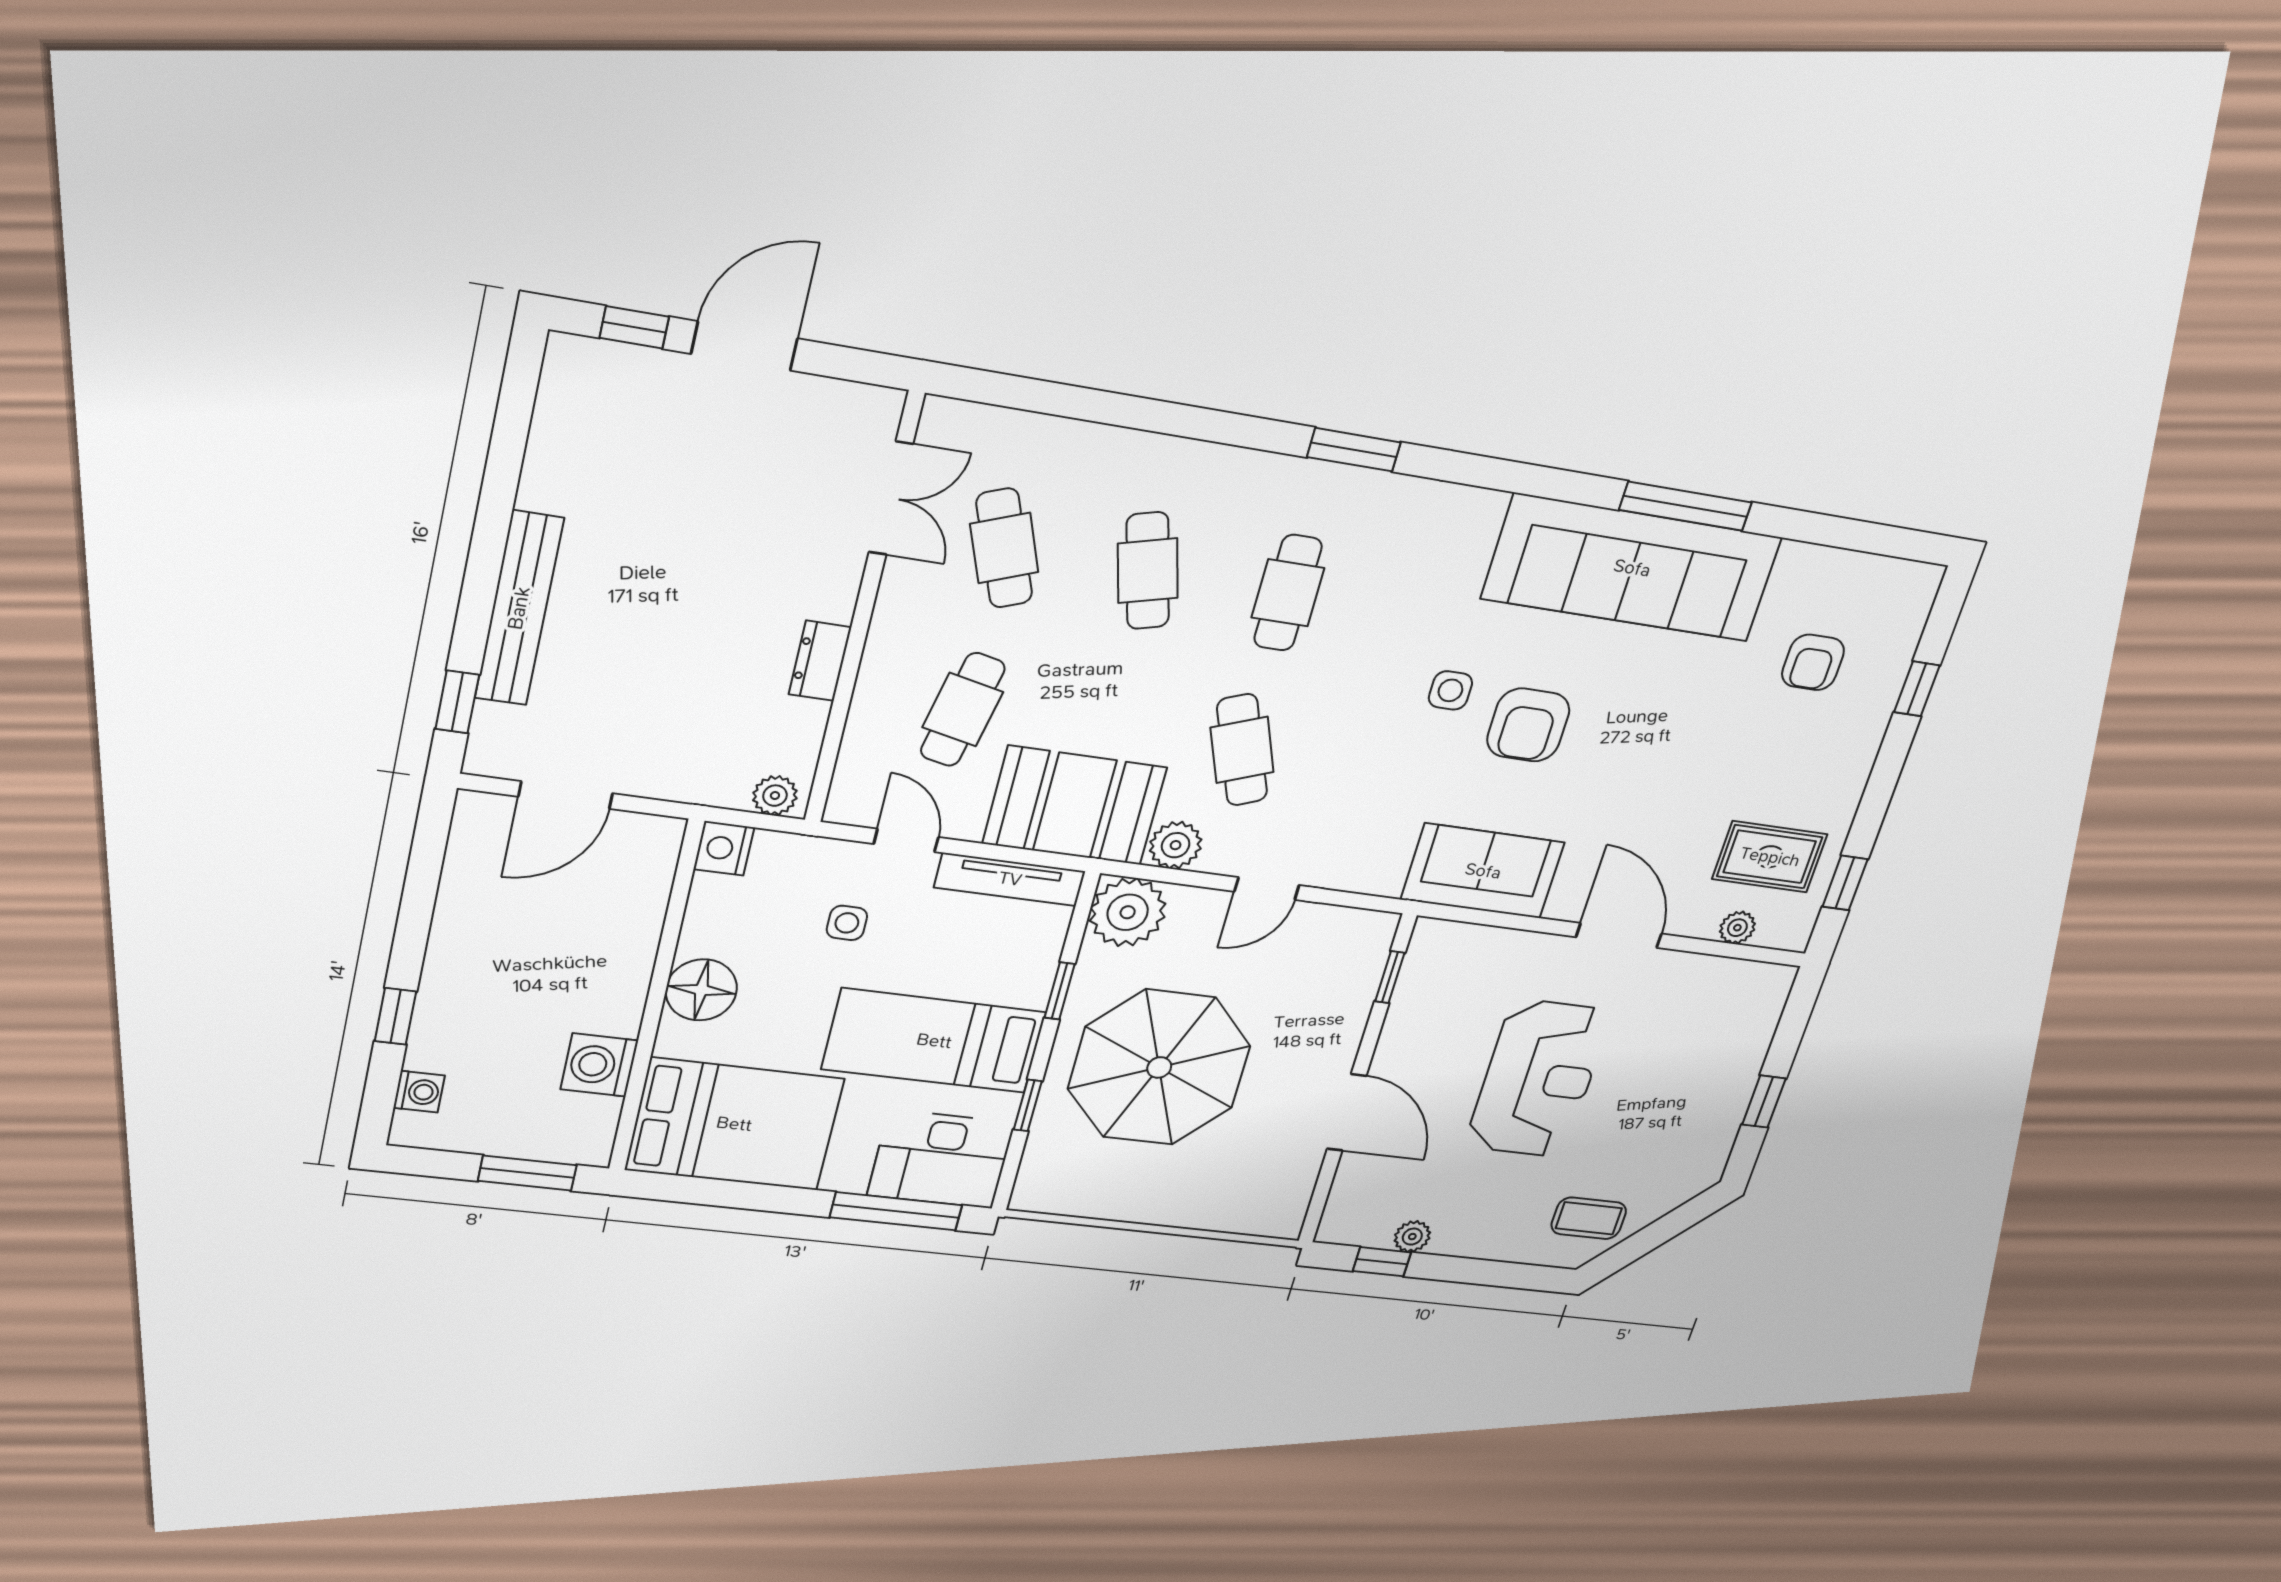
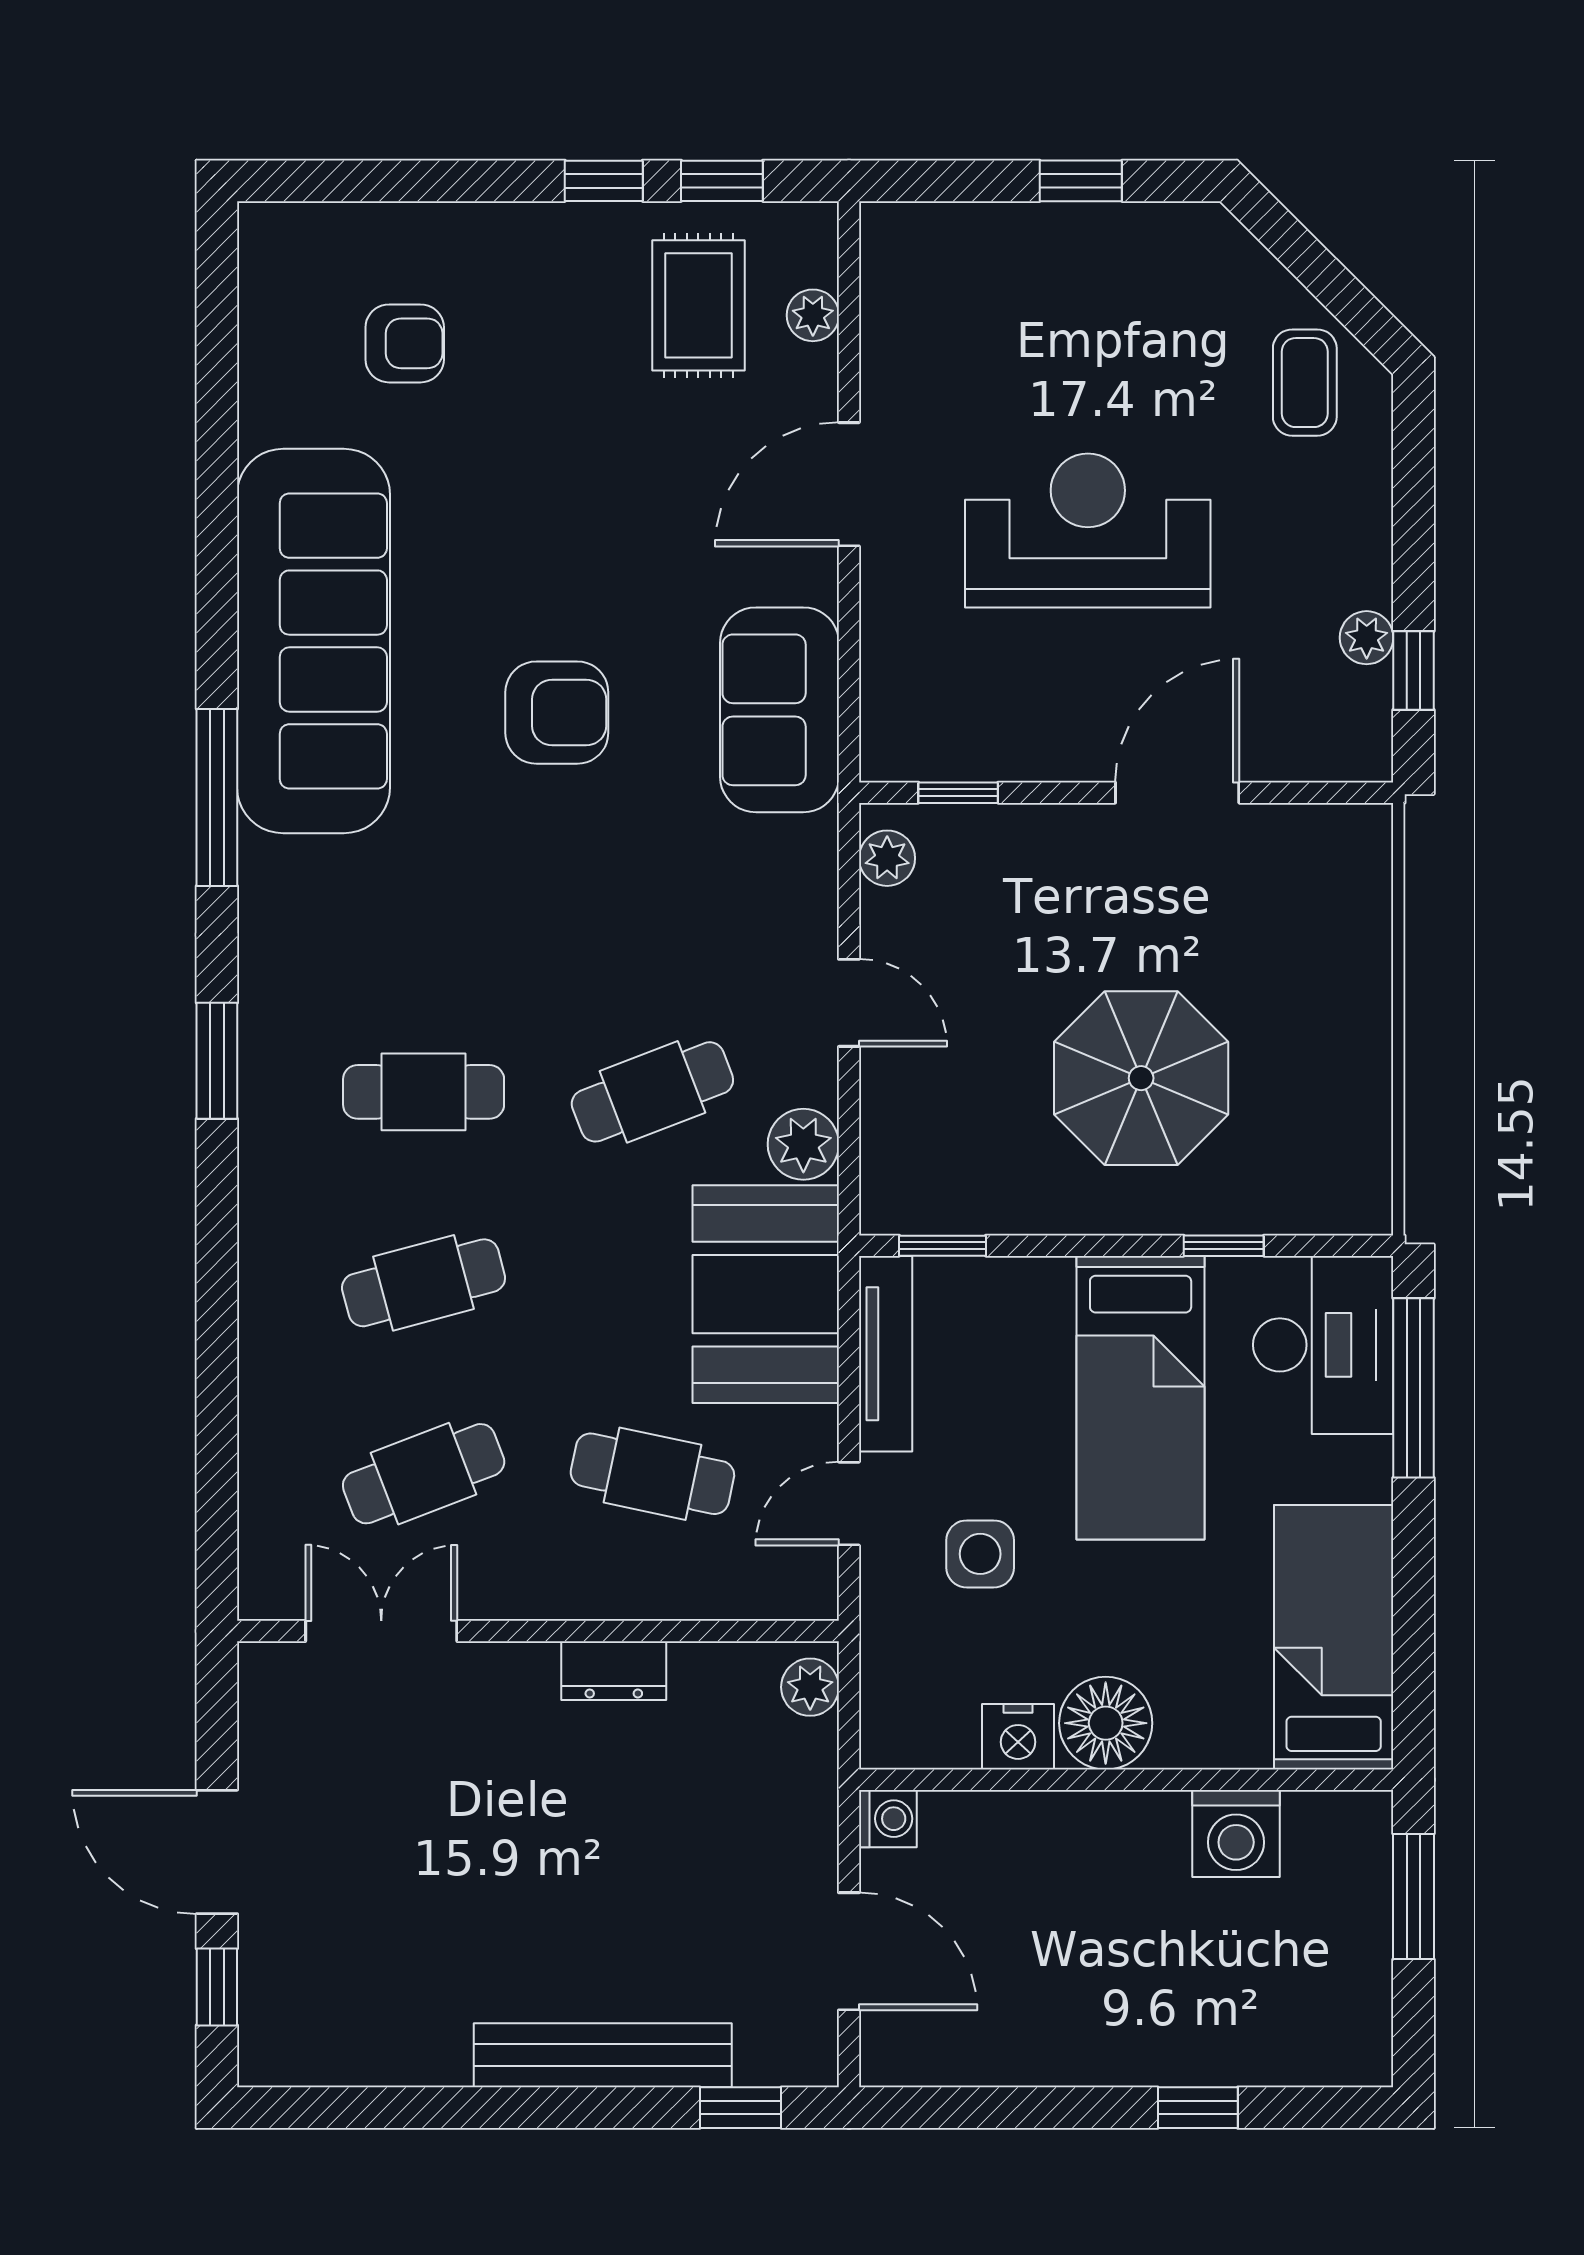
window: (1685, 506) -> (217, 797), moved
window: (1917, 689) -> (604, 181), moved
side table: (1450, 690) -> (524, 835), removed
nightstand: (724, 848) -> (1018, 1737), moved
plant: (1128, 912) -> (887, 858), moved, width x0.53, depth x0.53
side table: (847, 923) -> (980, 1554), width x1.37, depth x1.37
window: (1060, 991) -> (943, 1246), moved
parasol: (1159, 1067) -> (1141, 1078), width x0.73, depth x0.73
washing machine: (419, 1092) -> (888, 1819), moved, turned 90
bed: (734, 1124) -> (1334, 1637), width x0.67

